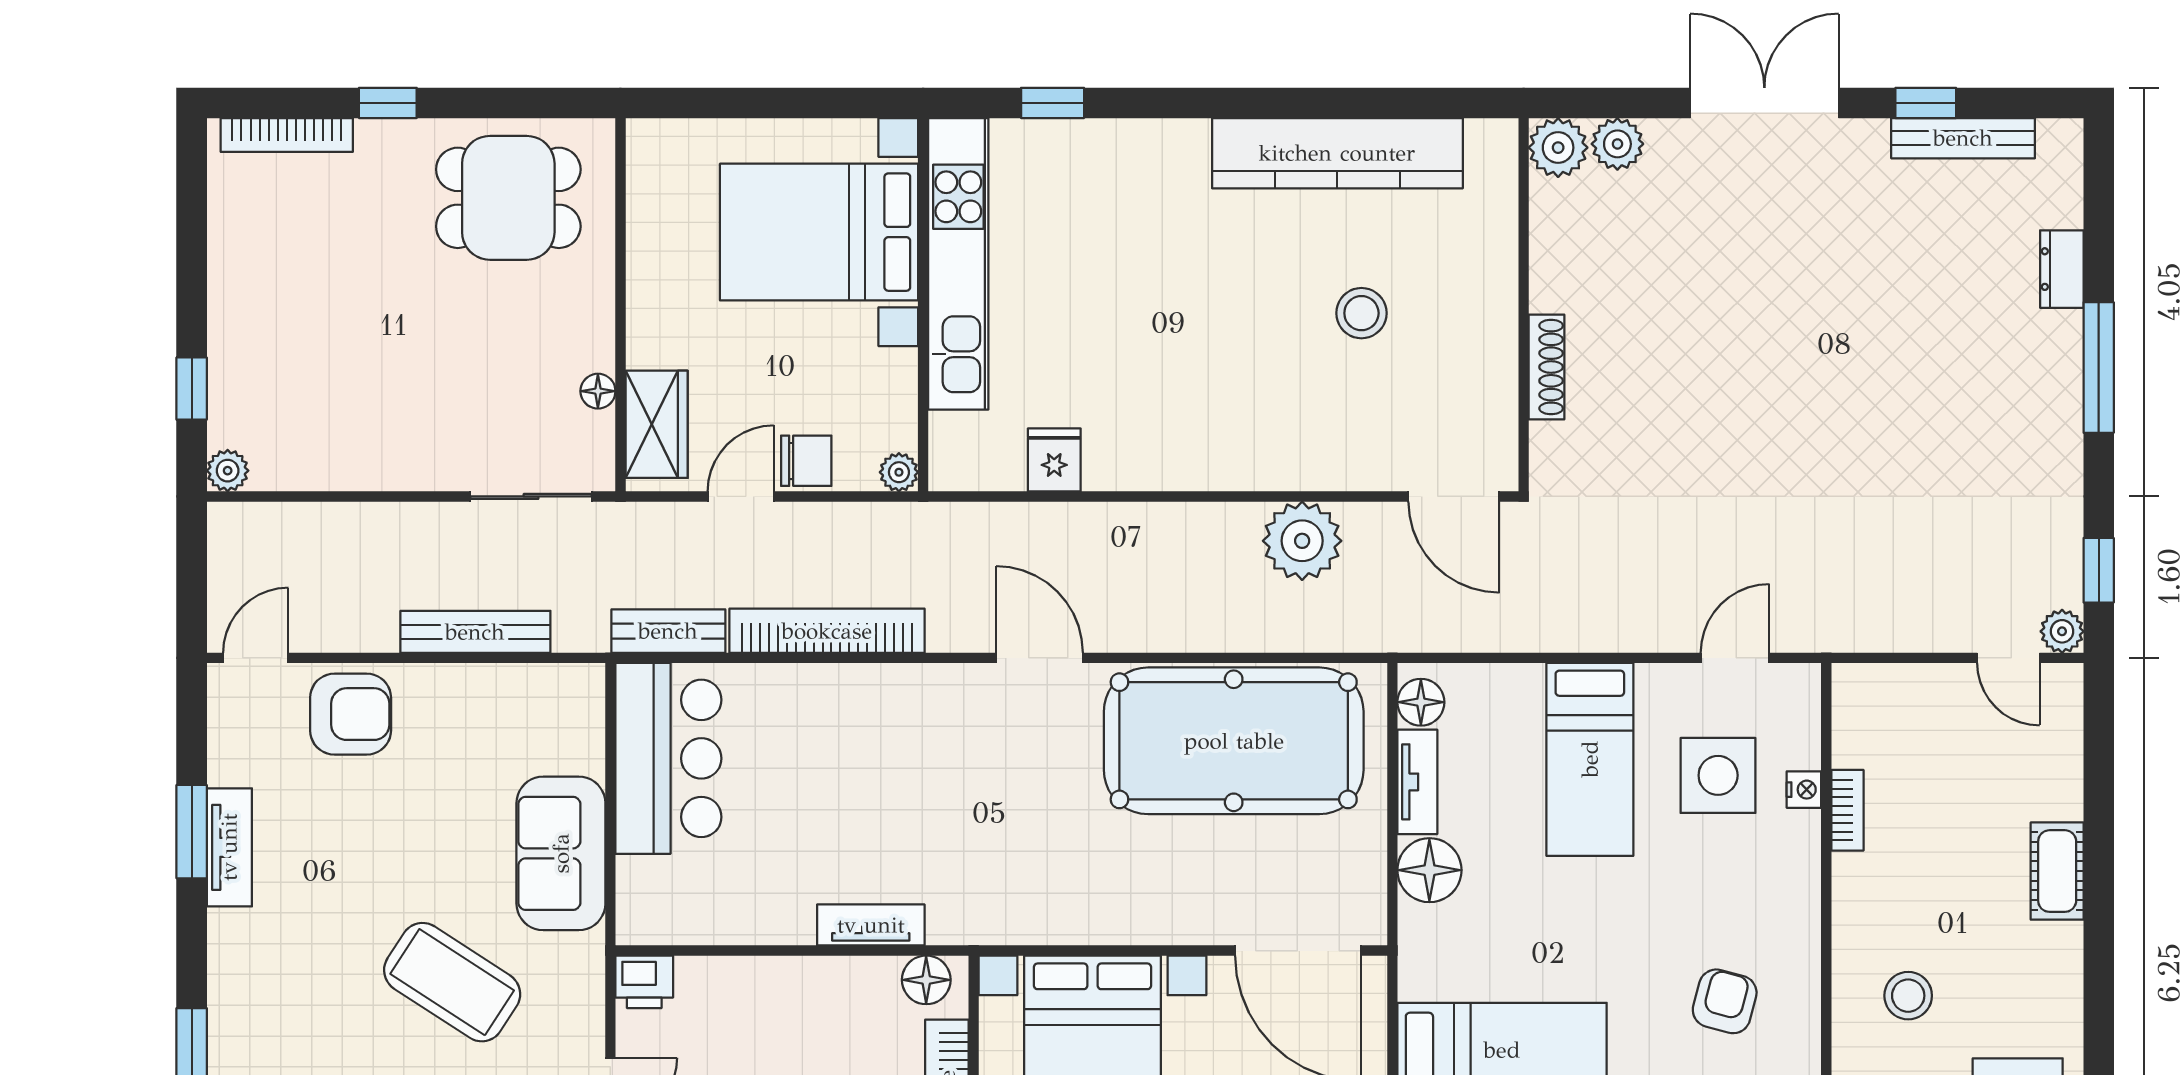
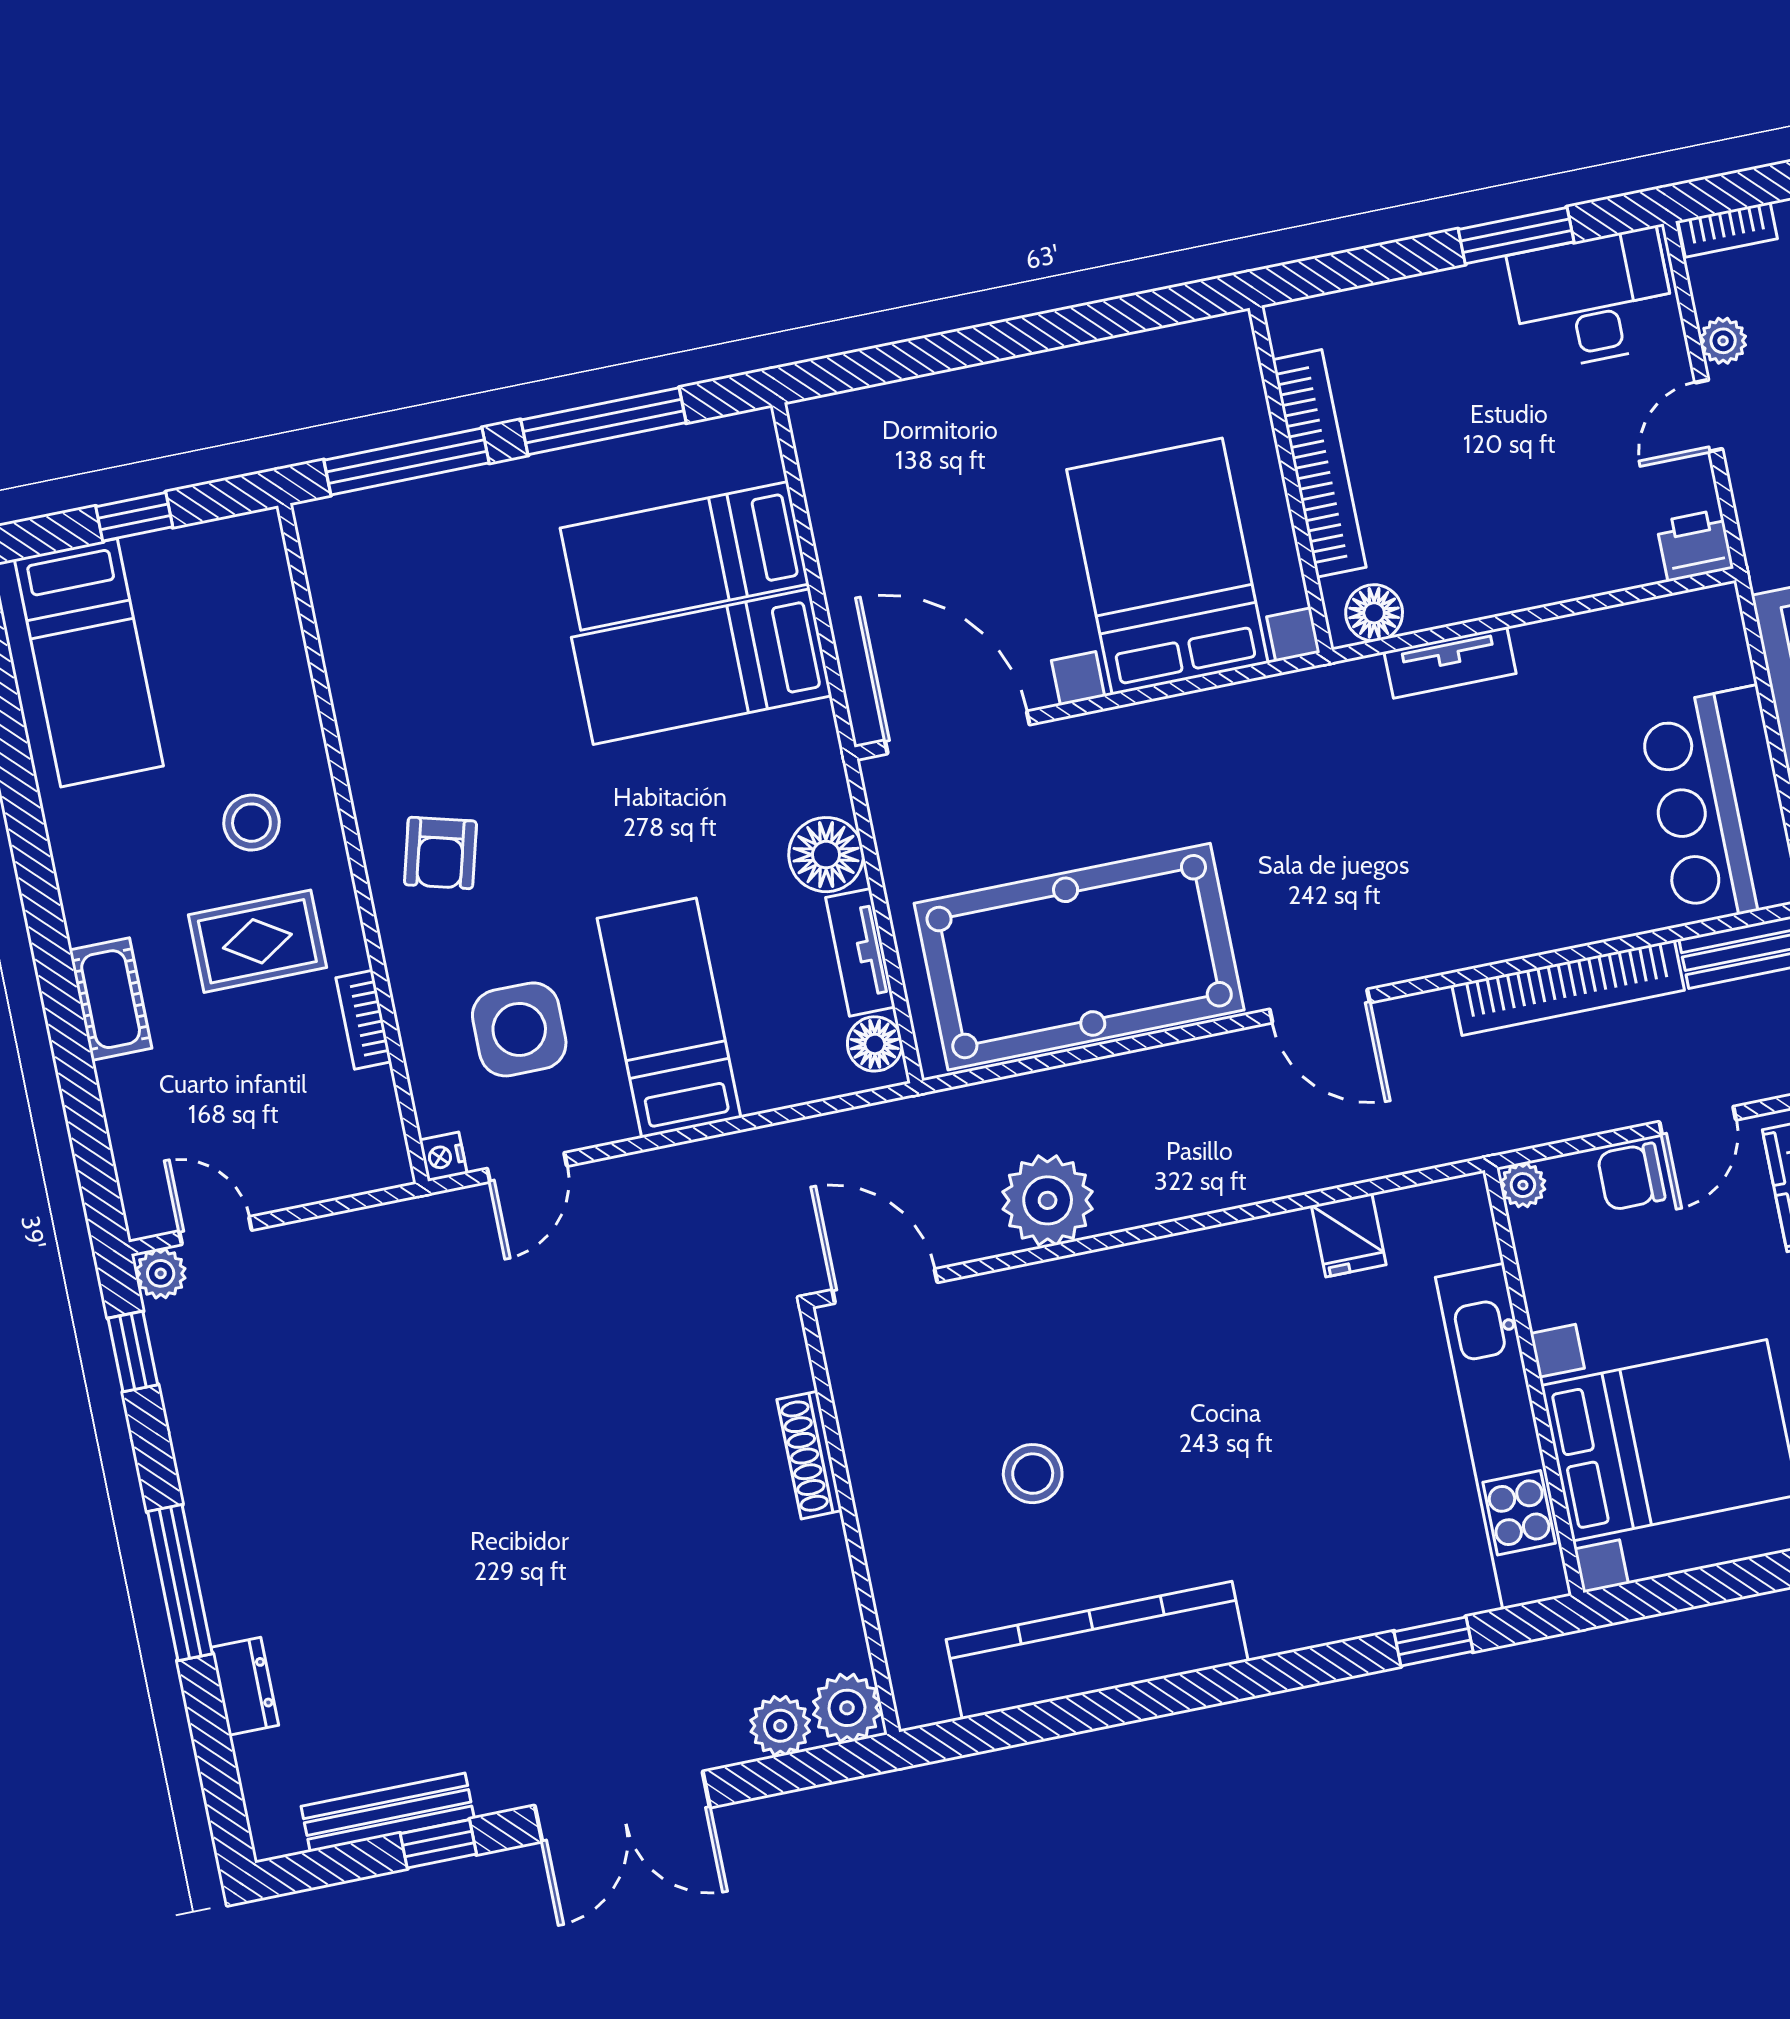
nightstand: (1804, 790) -> (443, 1157), moved
rug: (1923, 895) -> (257, 941), added
armchair: (1725, 1001) -> (440, 853), moved

